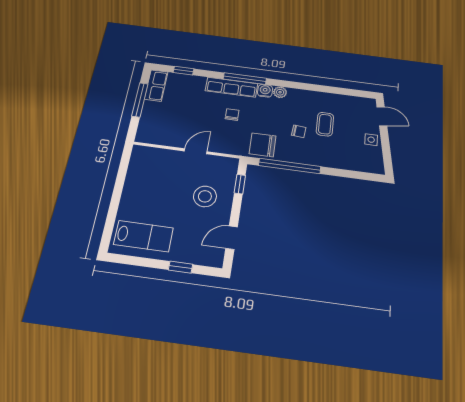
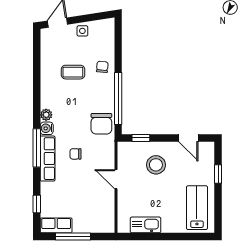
chair: (299, 131) -> (102, 67), moved
kitchen sink: (136, 175) -> (146, 225), added

